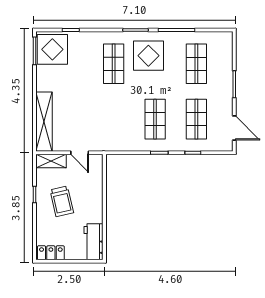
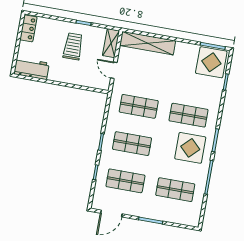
shop shelf: (114, 119) -> (139, 106), added
door: (80, 153) -> (114, 70), hinge flipped
trolley: (62, 201) -> (73, 46), turned 103

